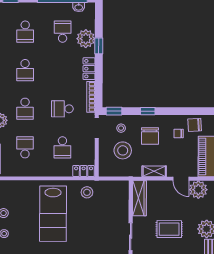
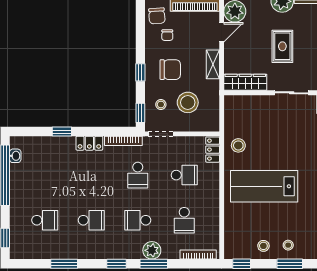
school desk: (63, 32) -> (45, 175), removed
plant: (86, 39) -> (53, 147), removed
school desk: (25, 109) -> (138, 220), turned 180
school desk: (25, 147) -> (184, 220), turned -90
lab bench: (53, 214) -> (264, 186), turned 180

